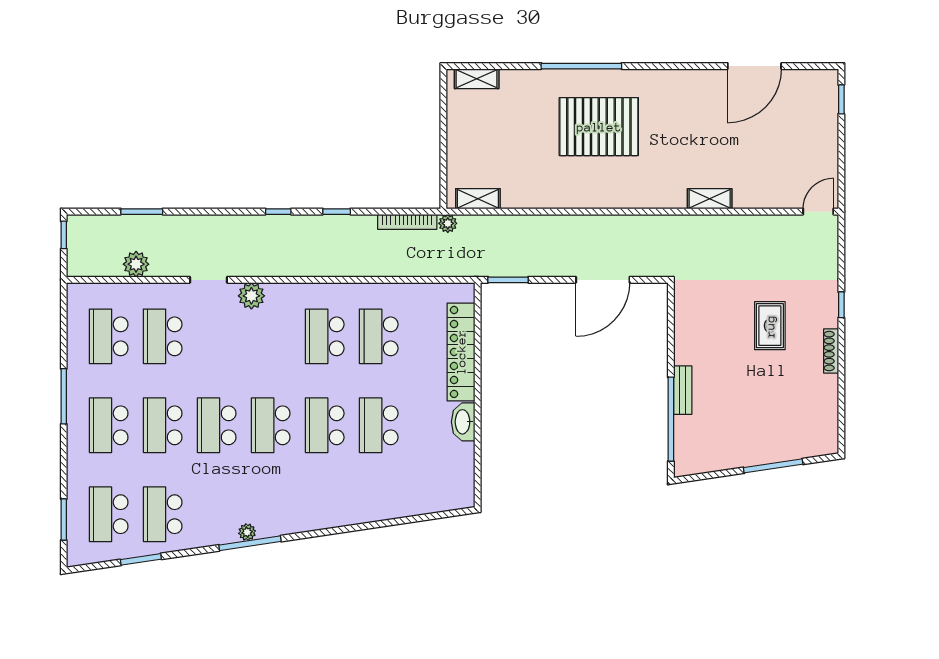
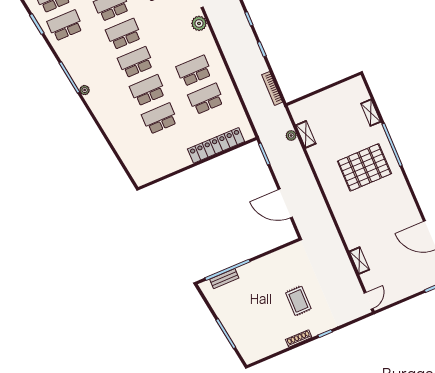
shelving: (477, 79) -> (371, 113), moved
pallet: (599, 127) -> (364, 167), turned 90
shelving: (478, 199) -> (306, 134), moved
shelving: (710, 199) -> (359, 261), moved
door: (818, 212) -> (369, 301), hinge flipped
plant: (448, 223) -> (291, 136), moved
rug: (770, 326) -> (298, 301), turned 90
bench: (683, 390) -> (224, 279), moved
washbasin: (463, 422) -> (180, 162), removed
plant: (247, 532) -> (85, 90), moved

